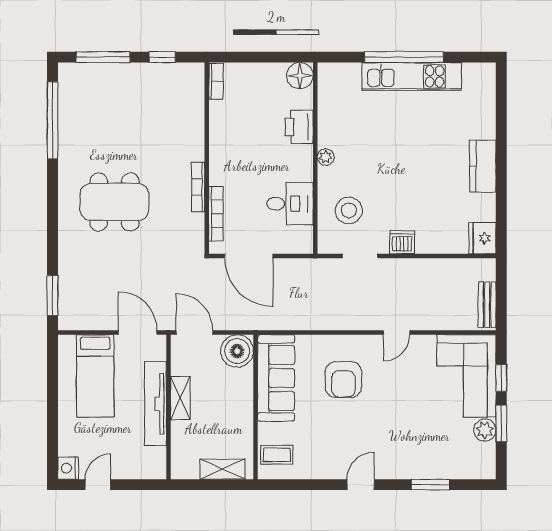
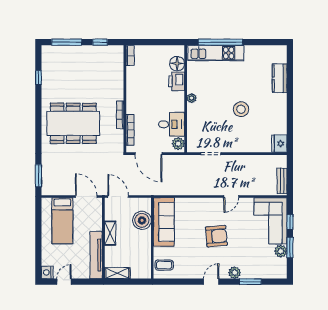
window: (404, 57) -> (220, 42), moved
floor lamp: (300, 76) -> (177, 64), moved
kitchen unit: (412, 76) -> (216, 53), moved
window: (52, 120) -> (38, 78), width x0.32
kitchen counter: (483, 166) -> (280, 78), moved
dining table: (114, 202) -> (73, 123), width x1.36, depth x1.24
stool: (349, 210) -> (241, 109), moved
plant: (302, 238) -> (178, 144), added
dishwasher: (402, 242) -> (234, 146), removed
boiler: (237, 351) -> (142, 220), moved
armchair: (343, 380) -> (216, 236), moved, turned -95
tv unit: (155, 404) -> (96, 255), moved
plant: (402, 468) -> (235, 273), added
shelving: (223, 469) -> (117, 273), moved

